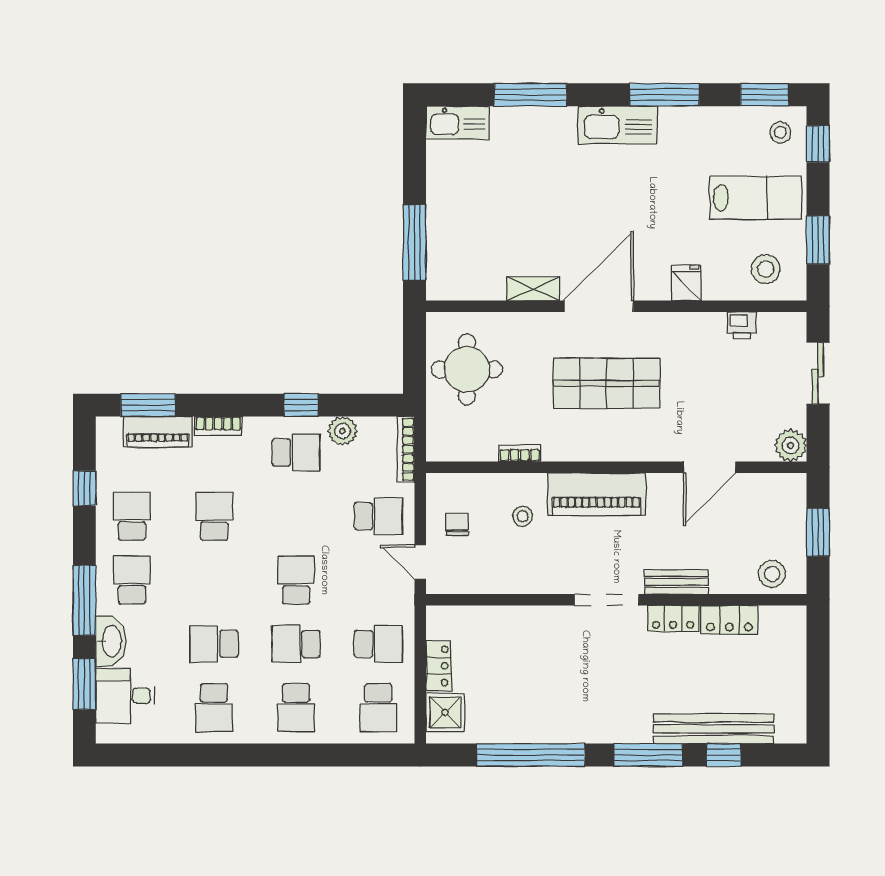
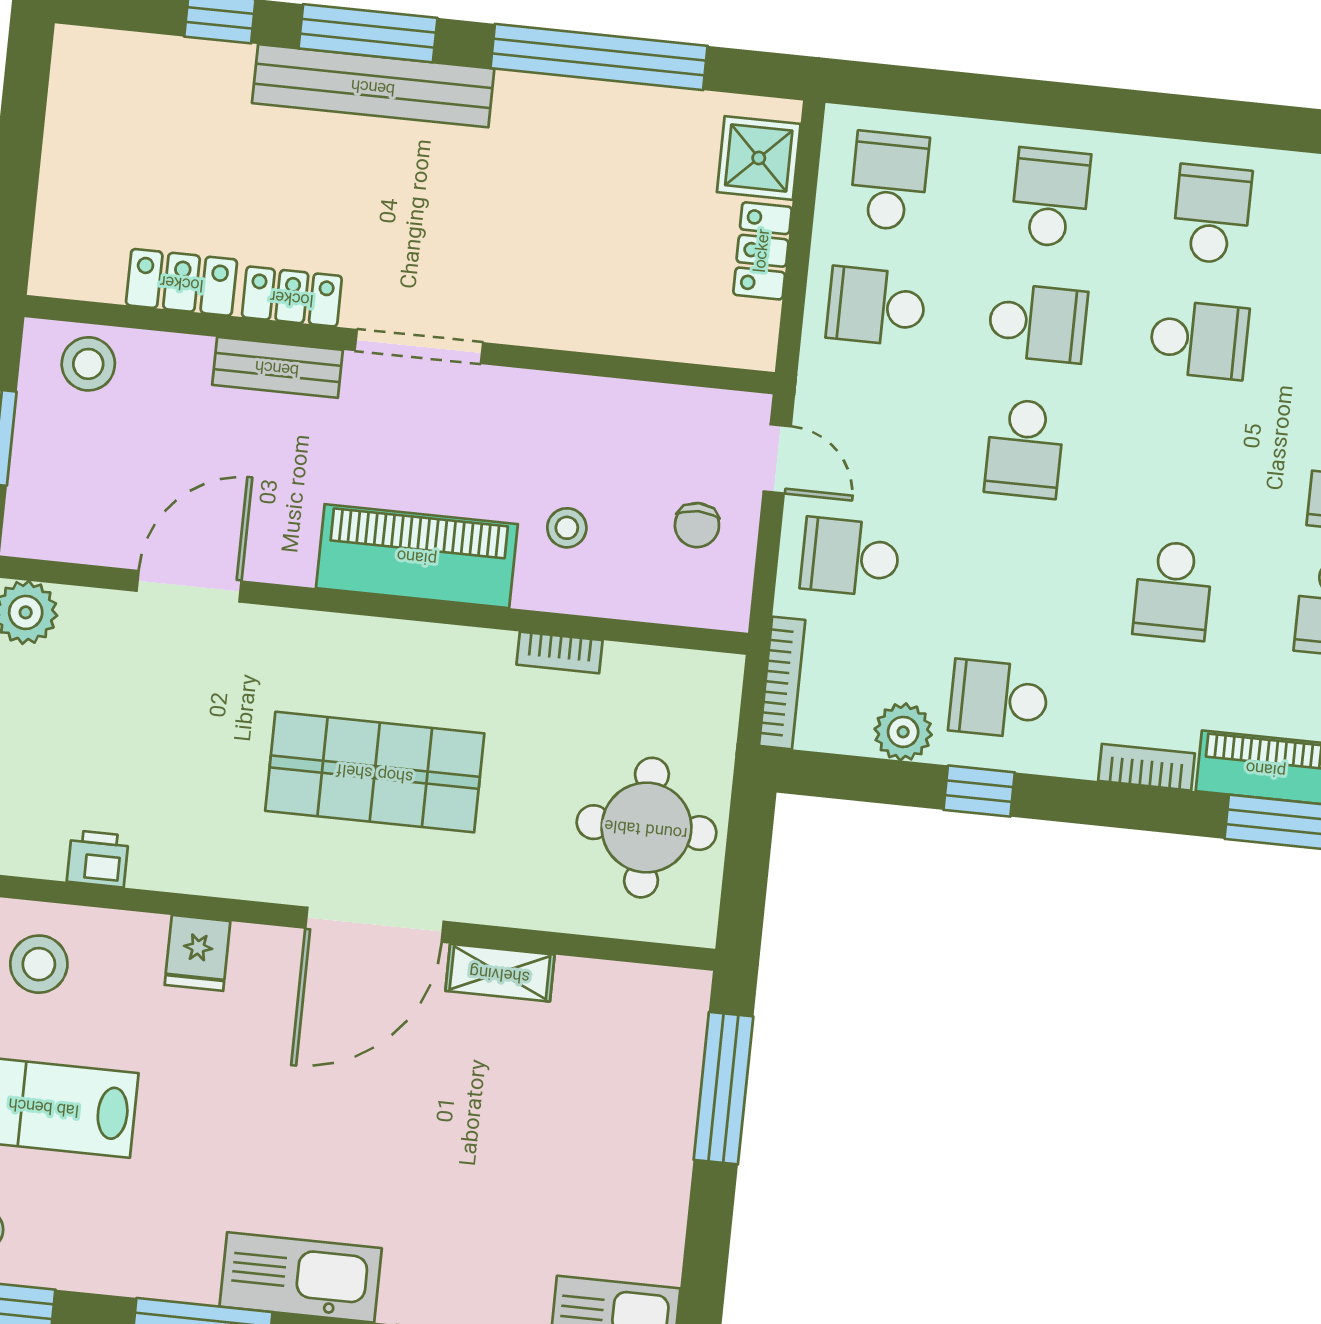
bench: (714, 729) -> (373, 86), moved

